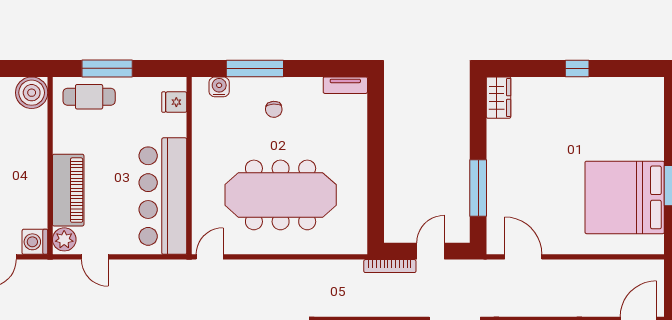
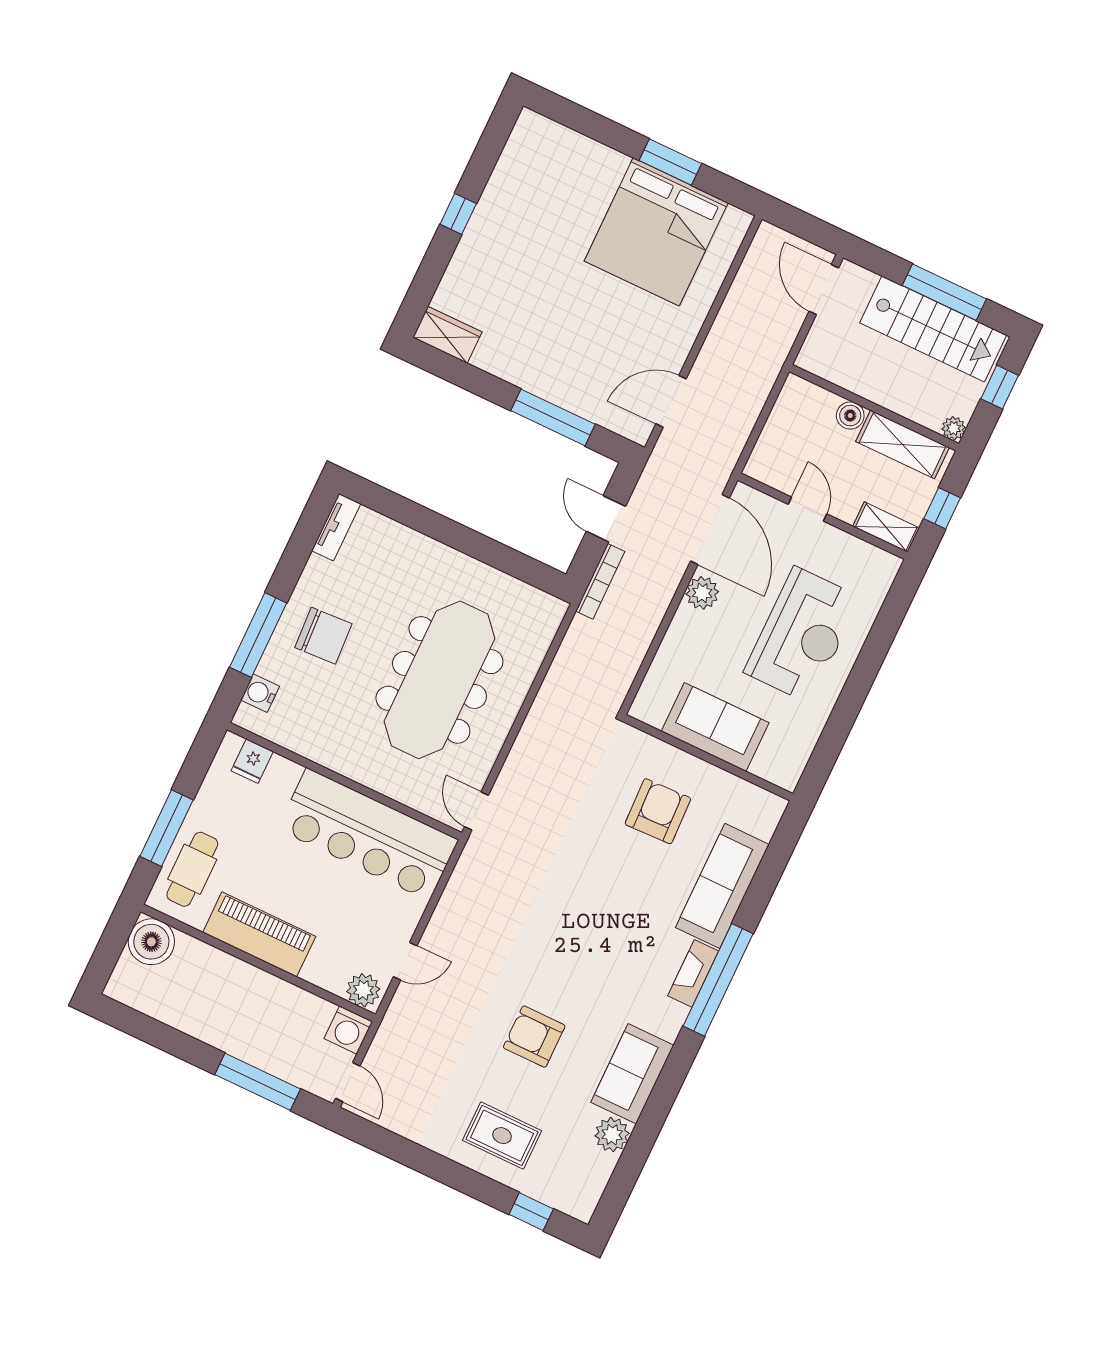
chair: (274, 109) -> (323, 636), width x1.87, depth x1.87
piano: (68, 190) -> (259, 934), moved

